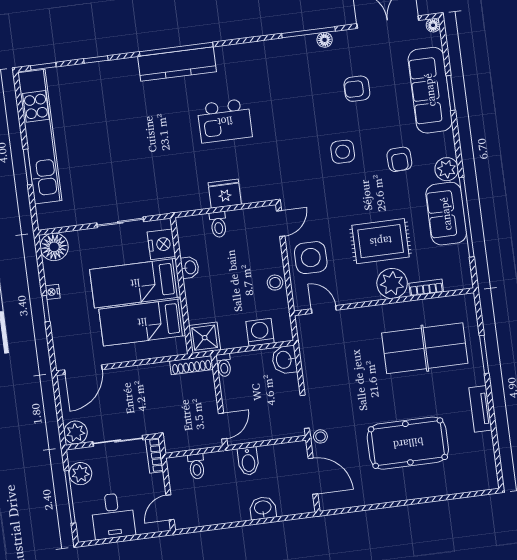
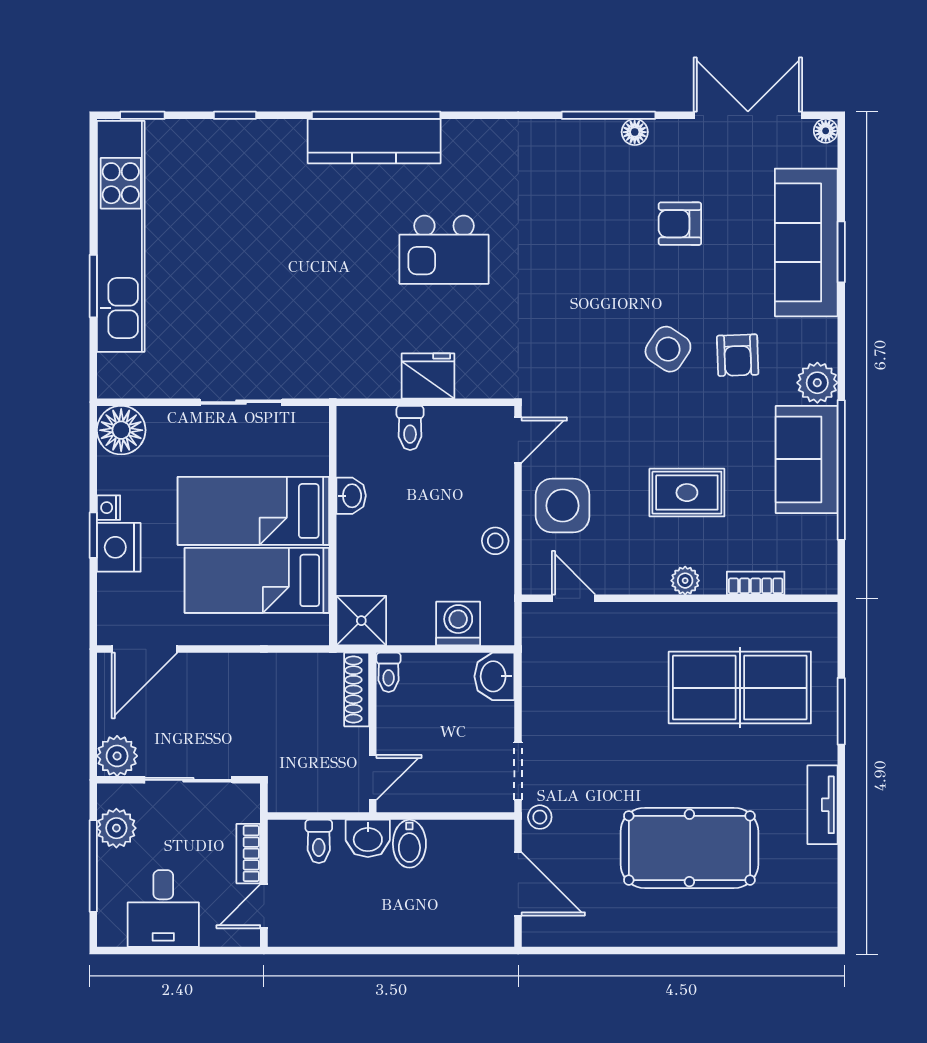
side table: (343, 152) -> (668, 349), moved, turned 34
rug: (381, 241) -> (687, 493), width x0.73, depth x0.70
nightstand: (161, 244) -> (119, 547), moved, turned 180
plant: (392, 283) -> (685, 581), width x0.53, depth x0.53
shoe rack: (191, 365) -> (357, 690), moved, turned 90
bookcase: (154, 455) -> (248, 854), moved
washbasin: (263, 508) -> (368, 838), moved, turned 180

